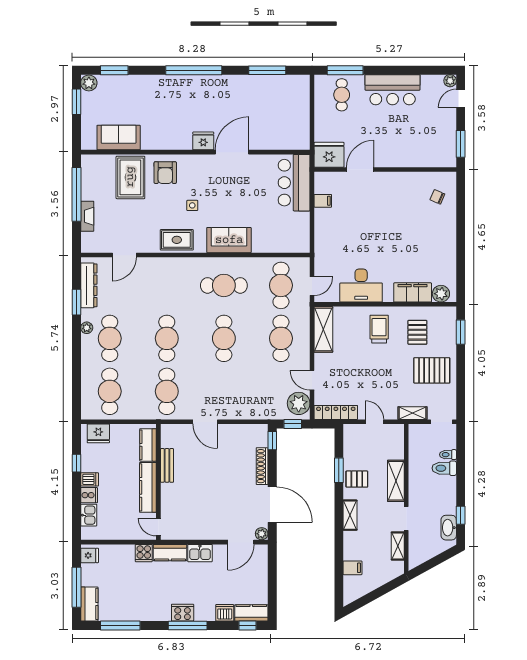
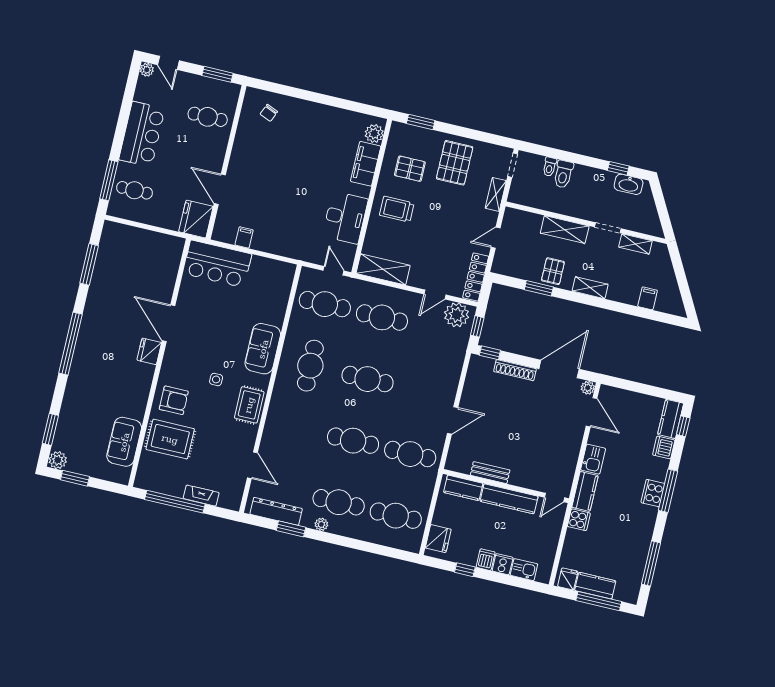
cafe table: (421, 144) -> (208, 117), added
kitchen counter: (89, 604) -> (595, 586), moved

